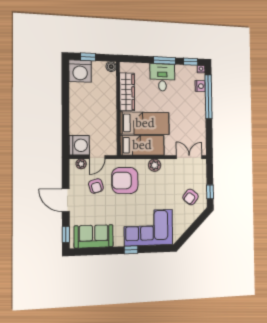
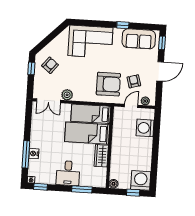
window: (165, 60) -> (82, 189), moved
nightstand: (200, 86) -> (34, 154), moved
wardrobe: (127, 92) -> (101, 156), width x0.67
window: (208, 97) -> (26, 154), width x0.68
washing machine: (79, 145) -> (145, 128), moved
plant: (155, 165) -> (67, 95), moved
door: (66, 200) -> (160, 71), hinge flipped
window: (131, 250) -> (123, 25), moved

